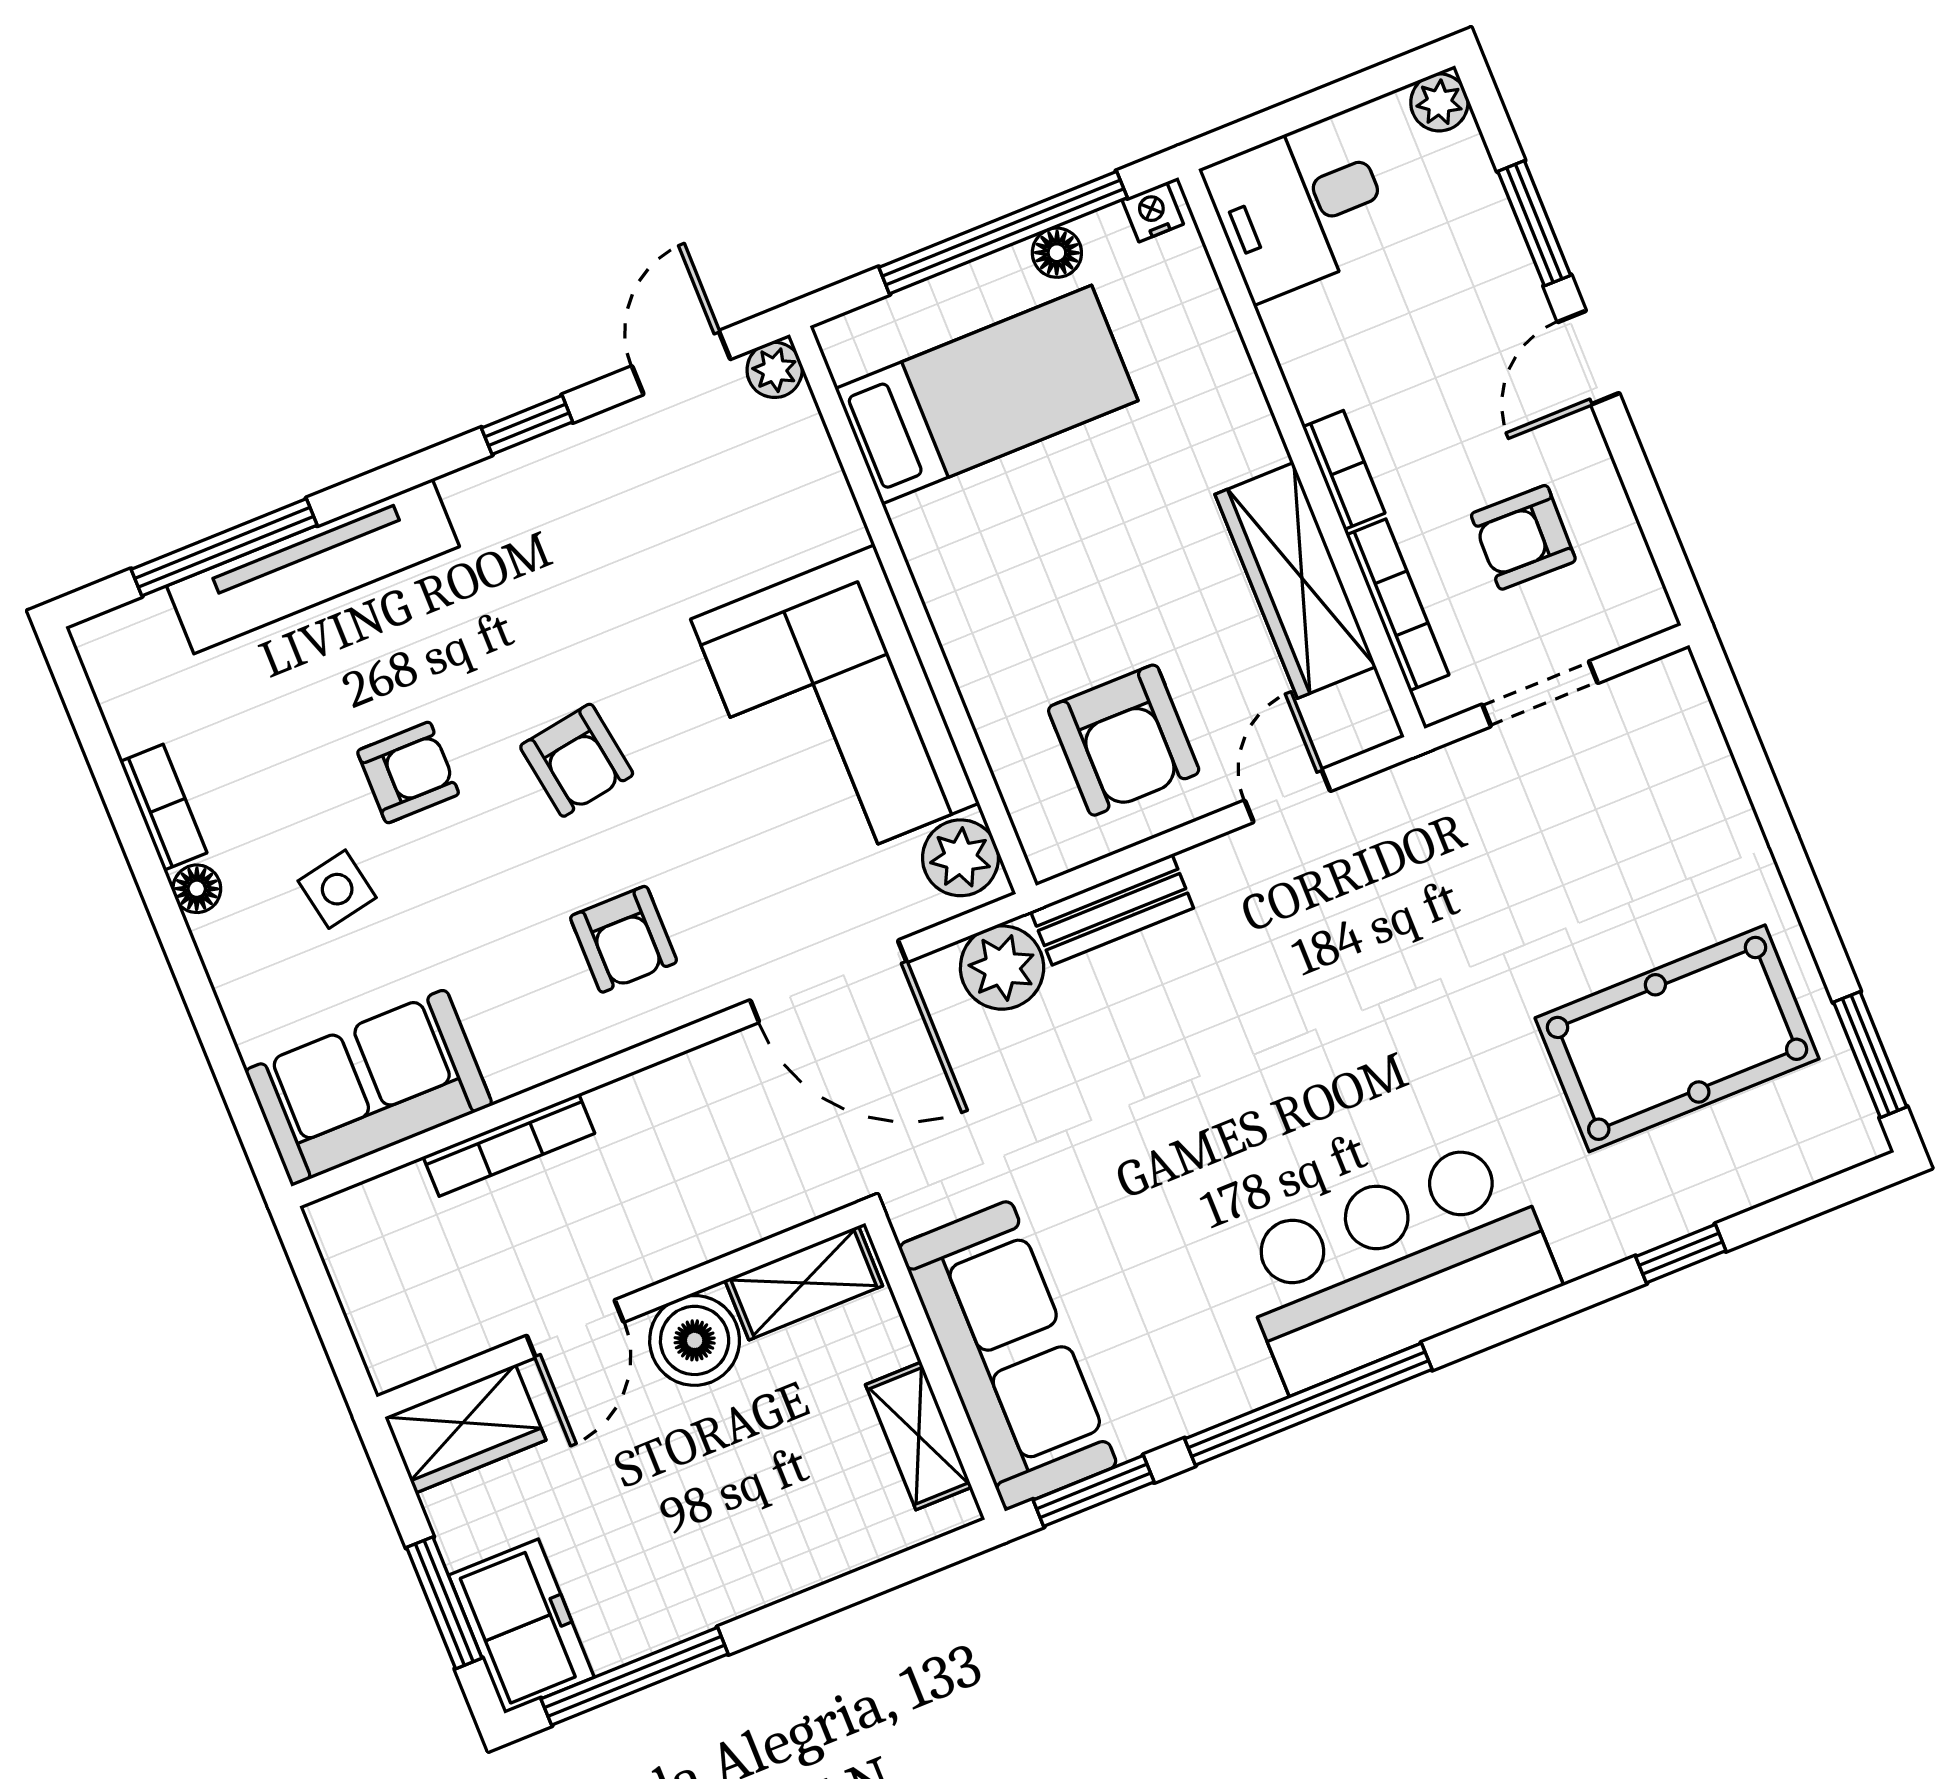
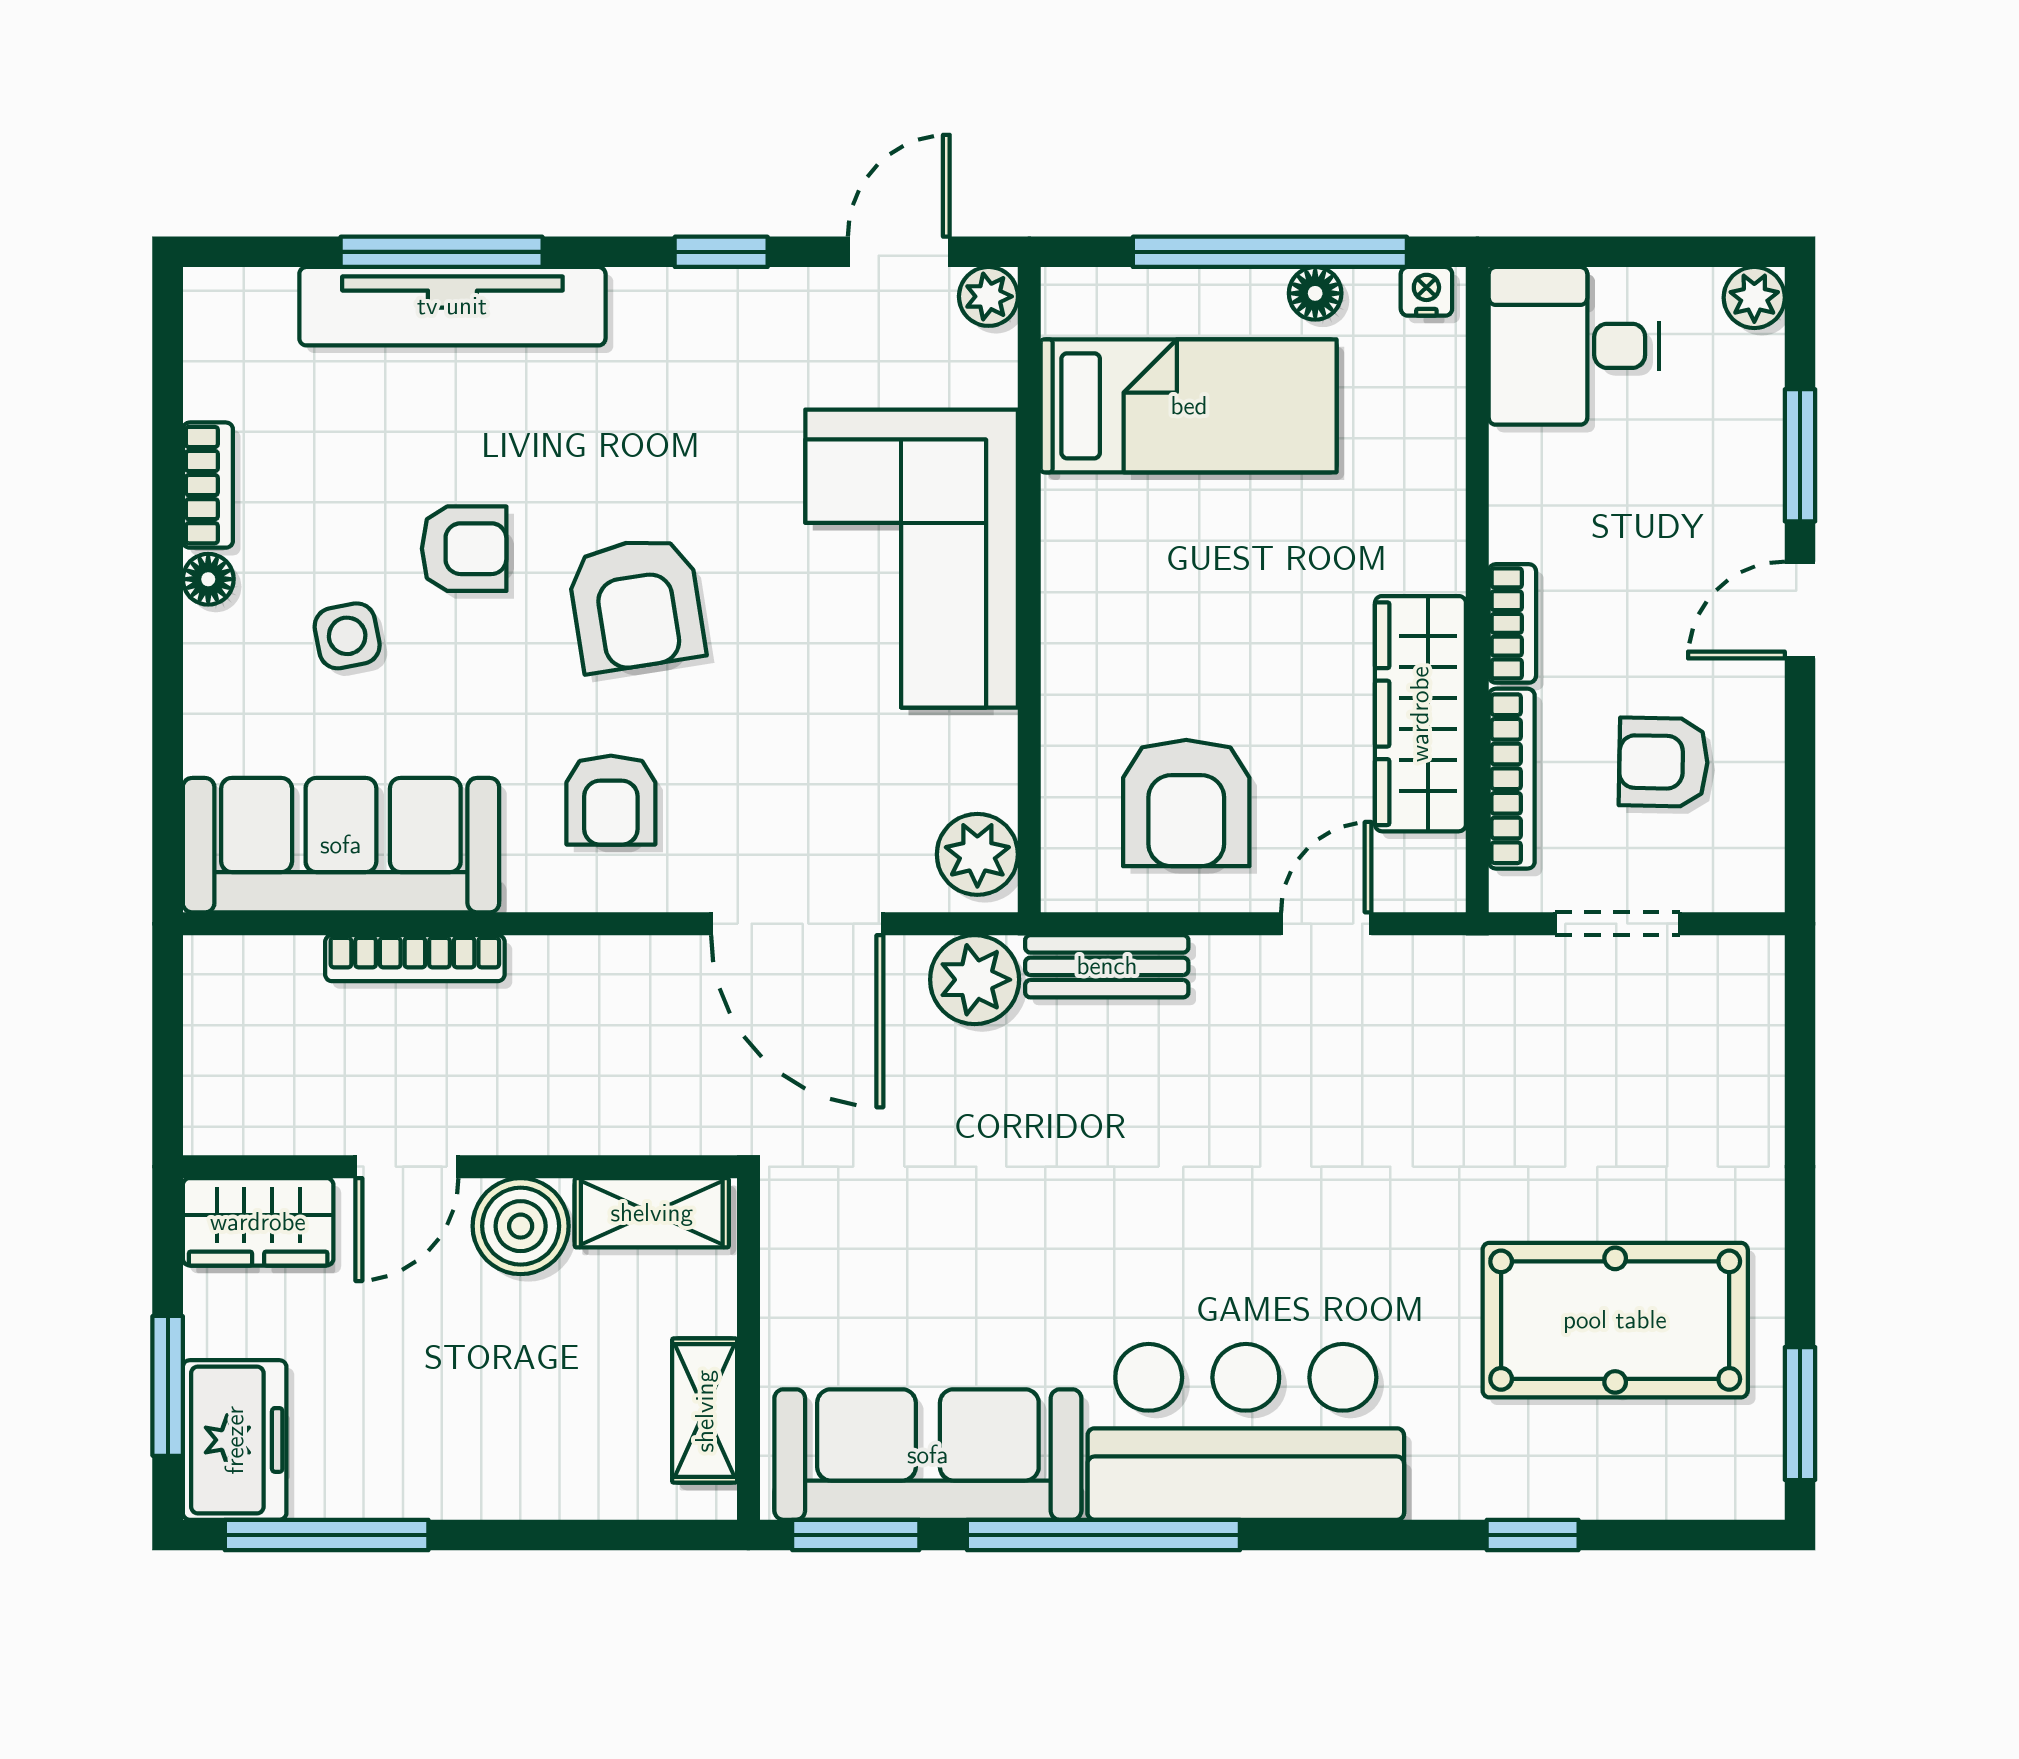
window: (224, 547) -> (442, 252), moved
corner sofa: (835, 711) -> (912, 559), moved
armchair: (577, 760) -> (636, 604), width x1.38, depth x1.38
sofa: (369, 1088) -> (341, 845), width x1.36
sofa: (1008, 1355) -> (928, 1455), moved, turned -90

